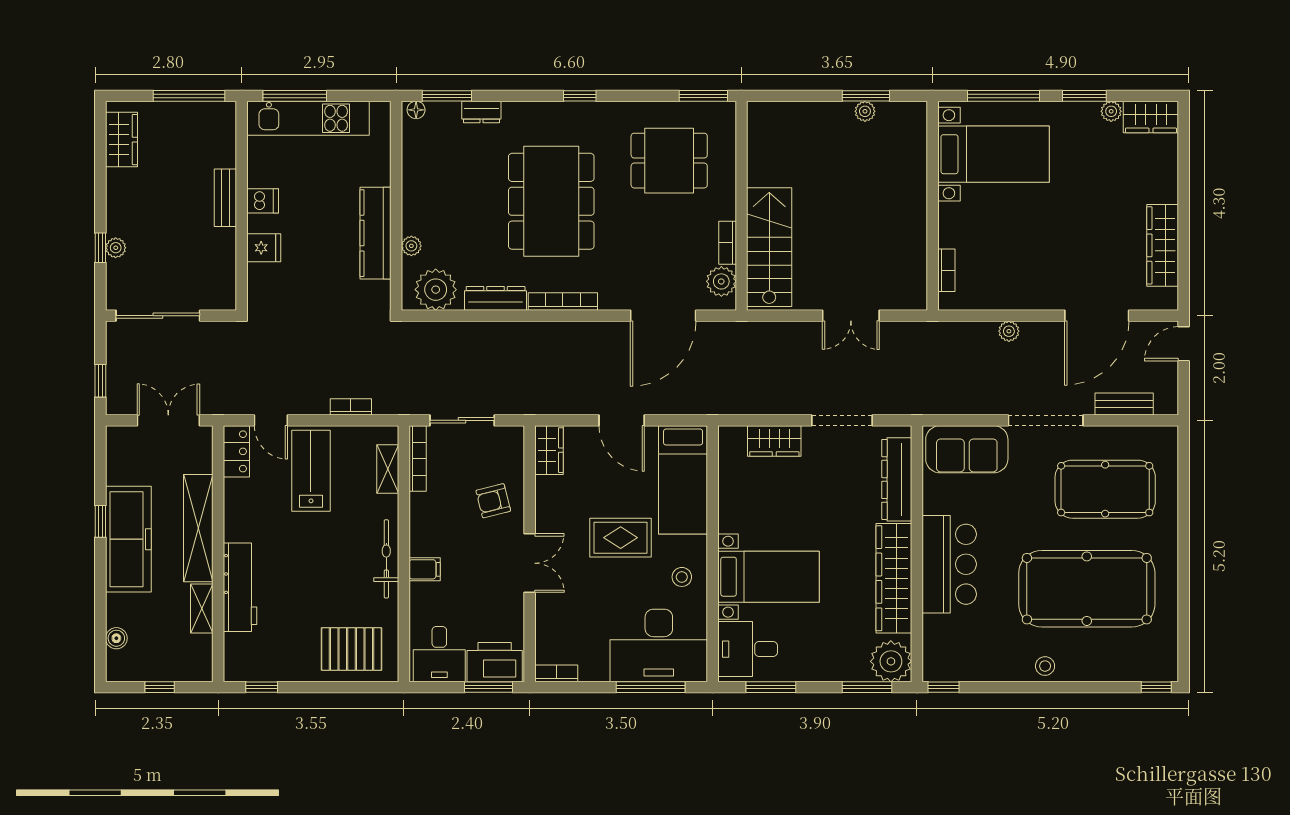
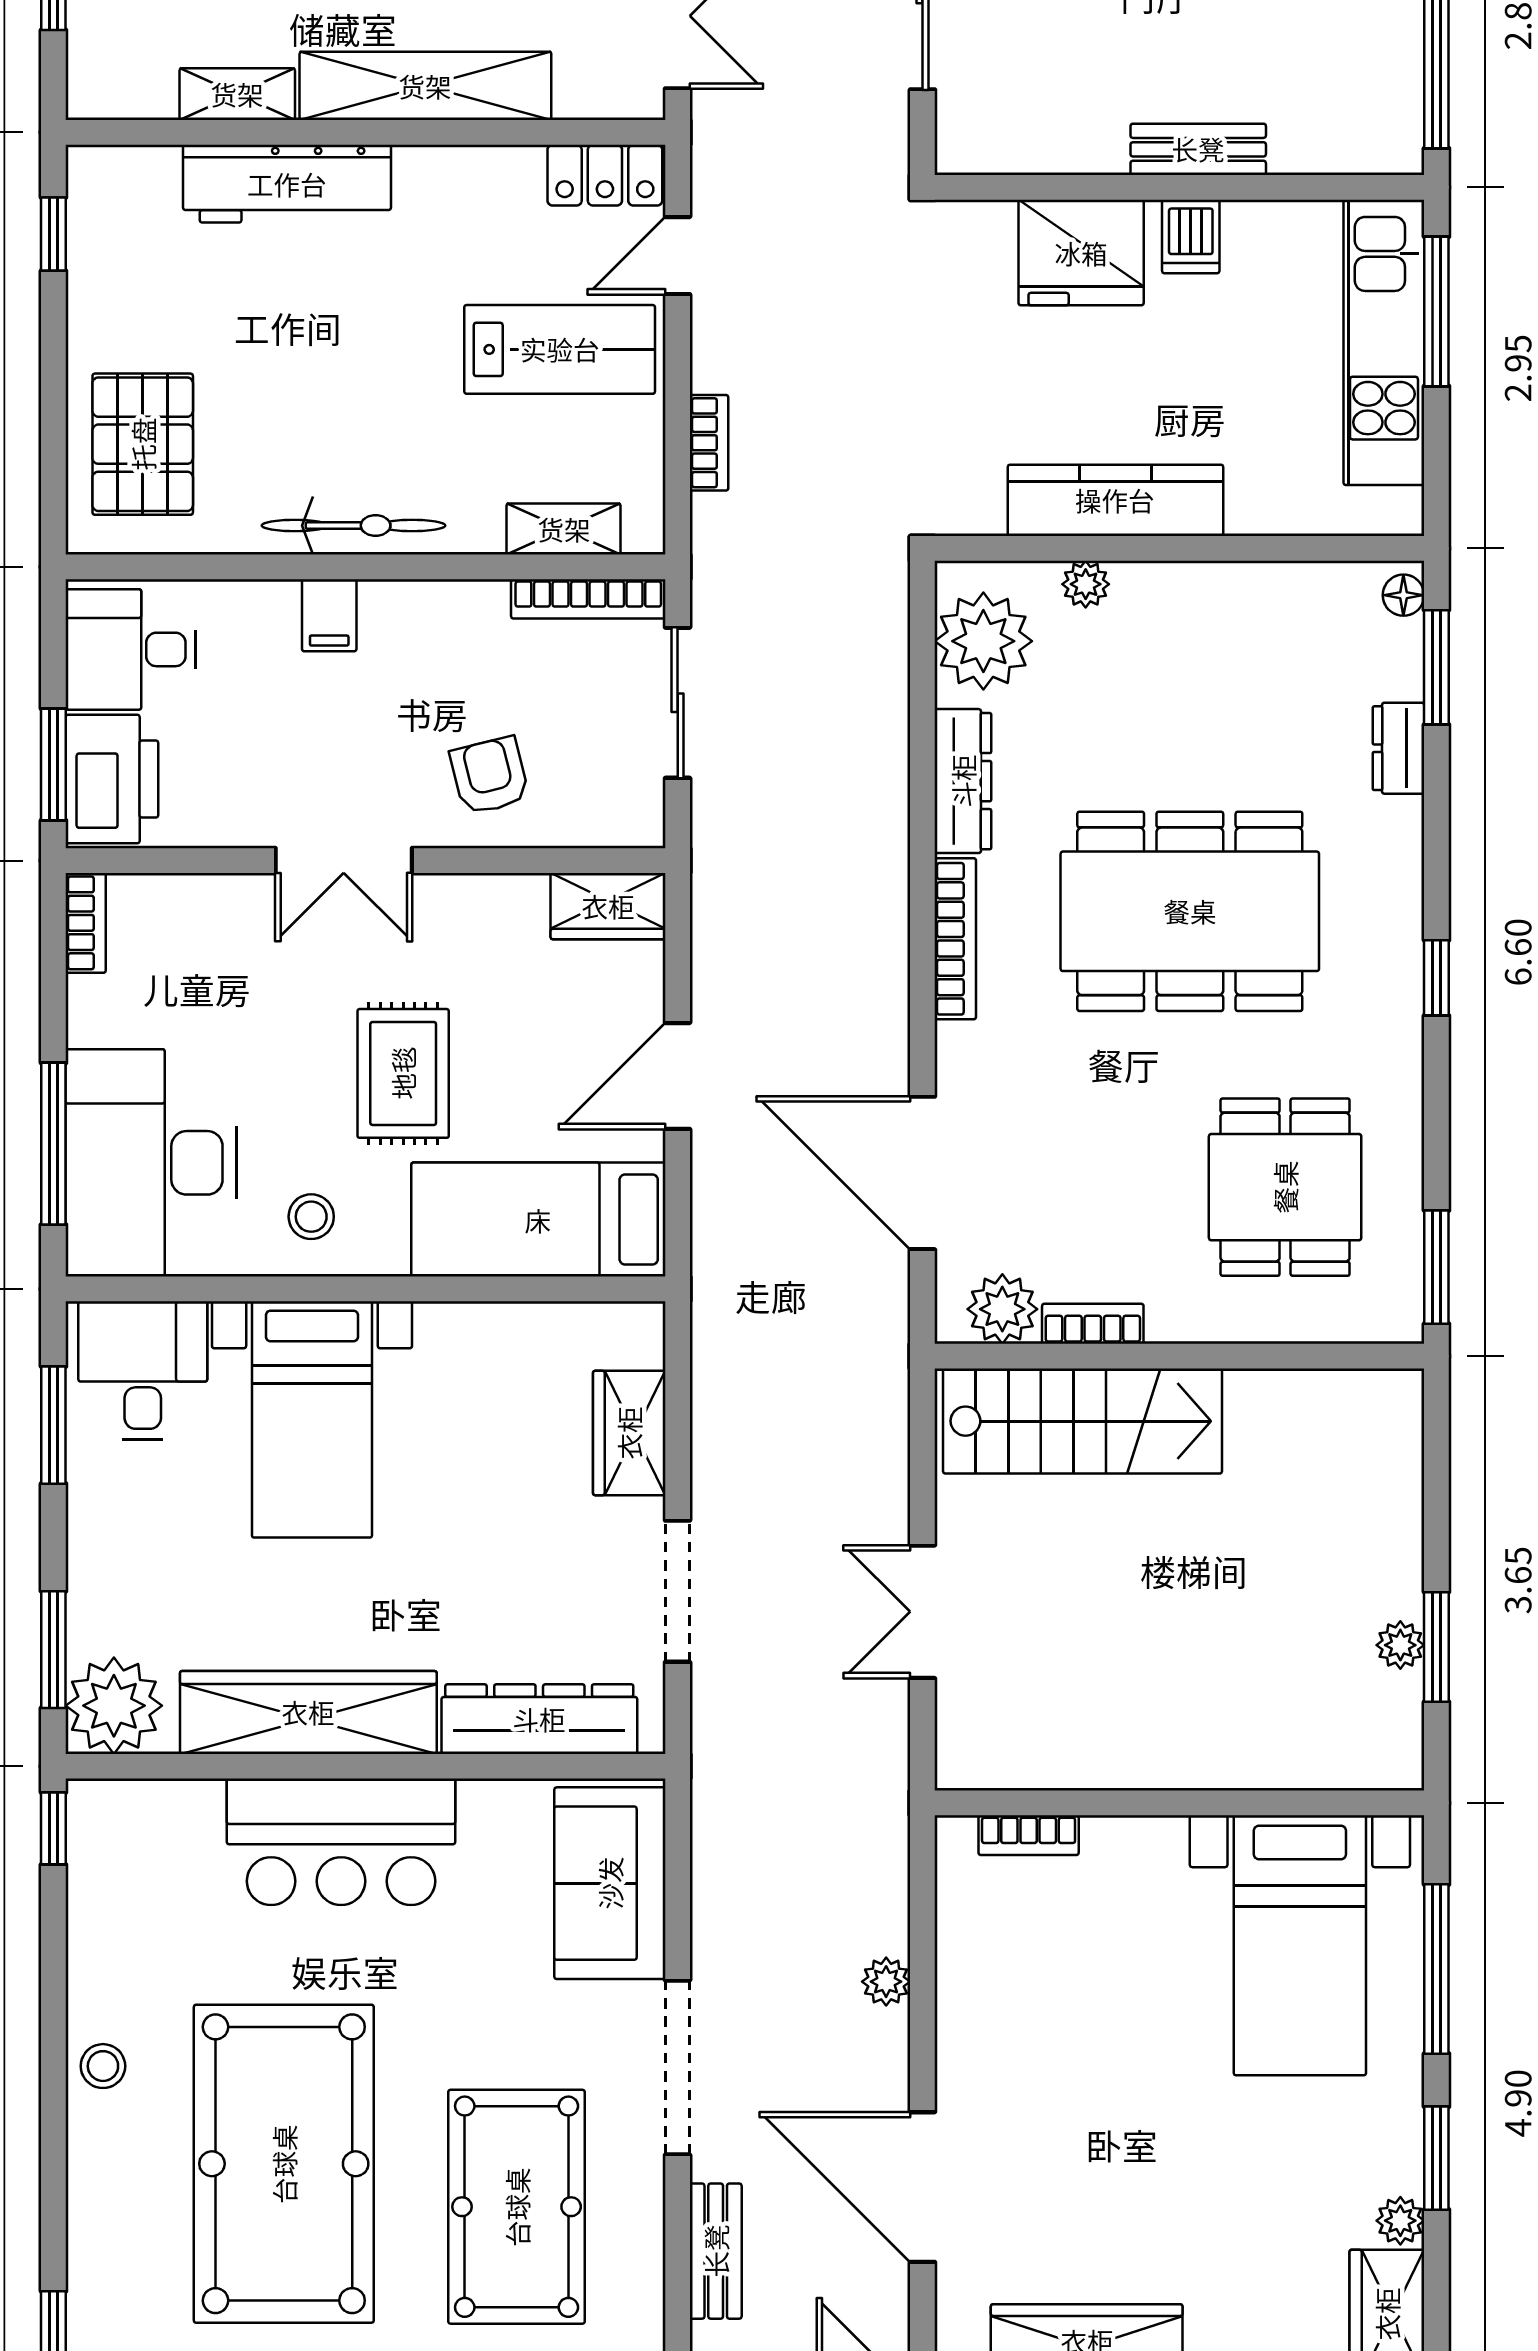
fridge: (264, 248) -> (1081, 253), width x1.88, depth x1.34

